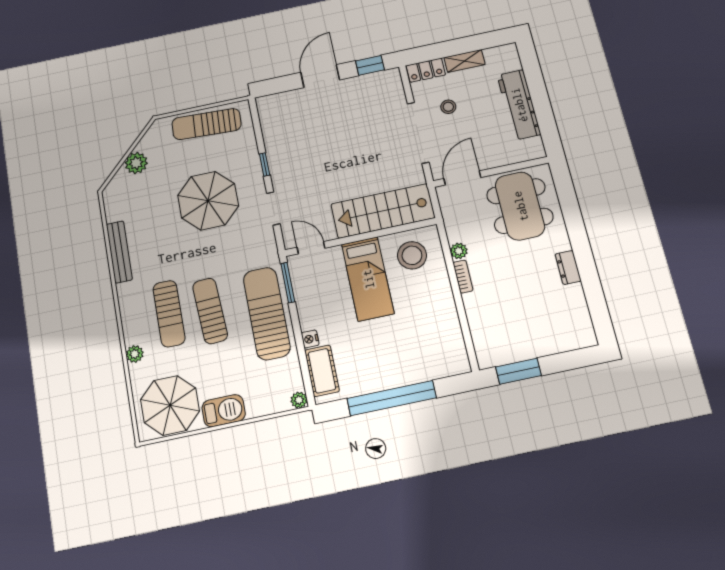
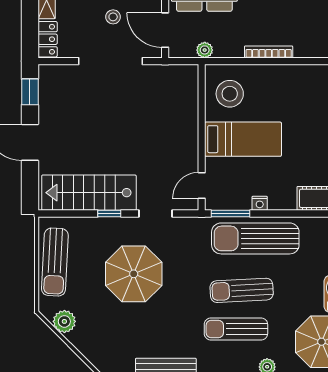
stool: (448, 107) -> (113, 17), moved
plant: (136, 163) -> (64, 321), moved
stairs: (383, 211) -> (89, 193), moved, turned 90
plant: (459, 251) -> (205, 50), moved
bookcase: (463, 277) -> (269, 52), width x1.56
sun lounger: (169, 314) -> (236, 329), turned 180
nightstand: (310, 339) -> (260, 203), moved

